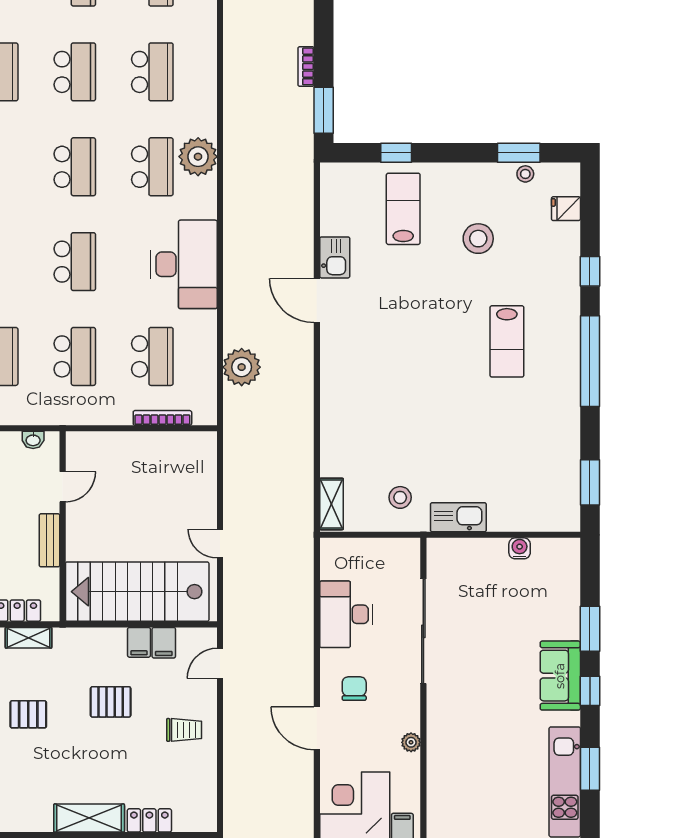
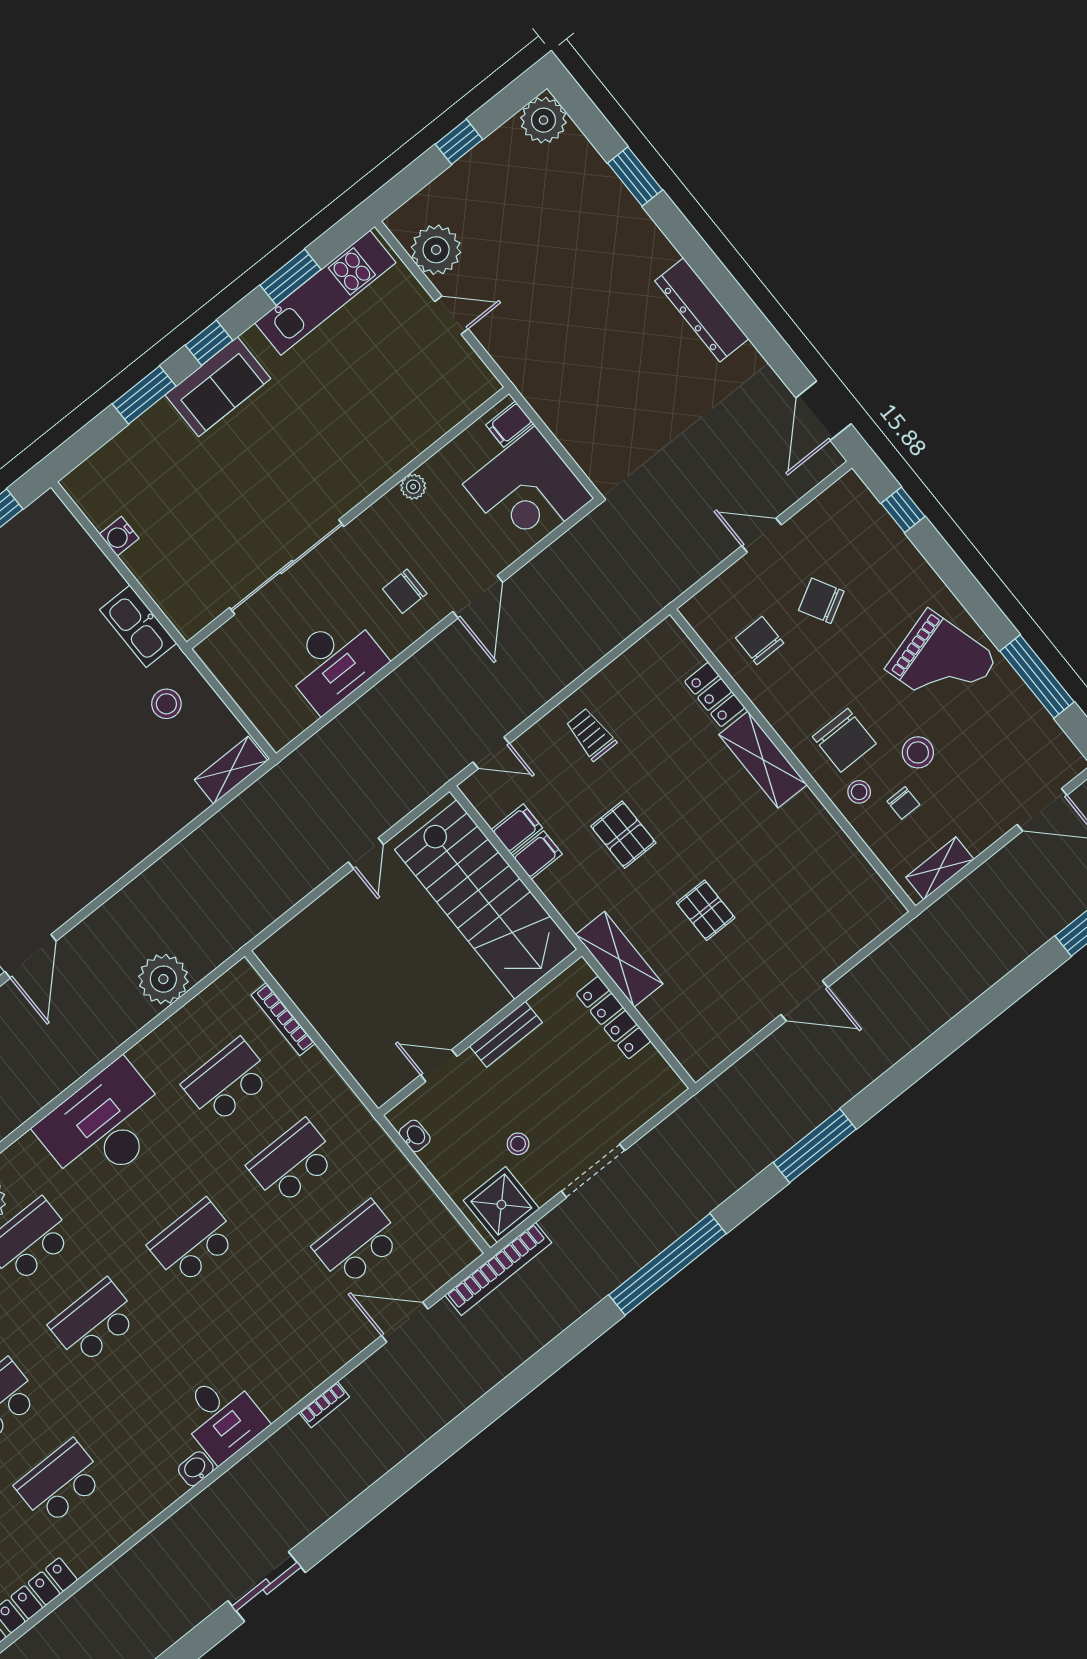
shelving: (29, 638) -> (619, 959), width x1.50, depth x1.33

